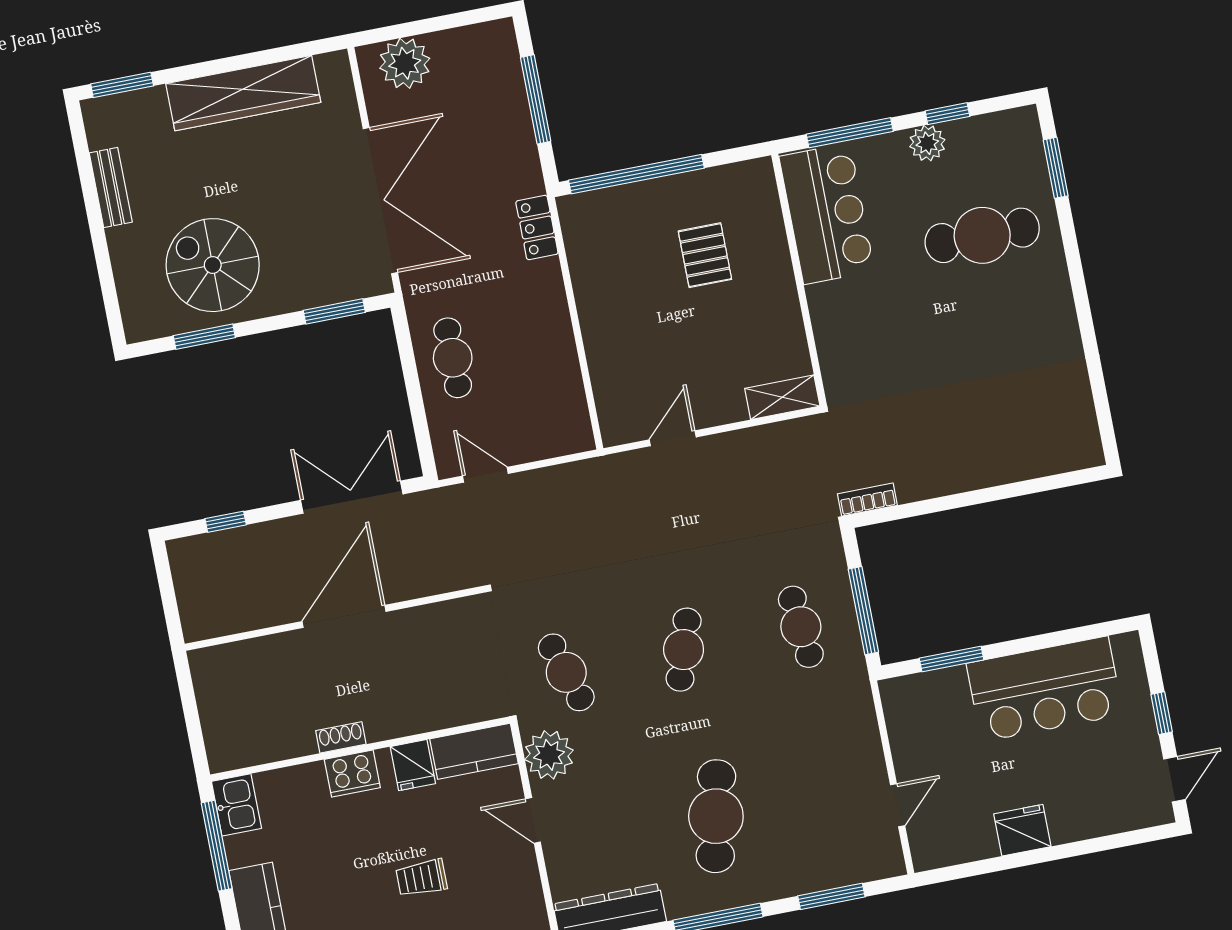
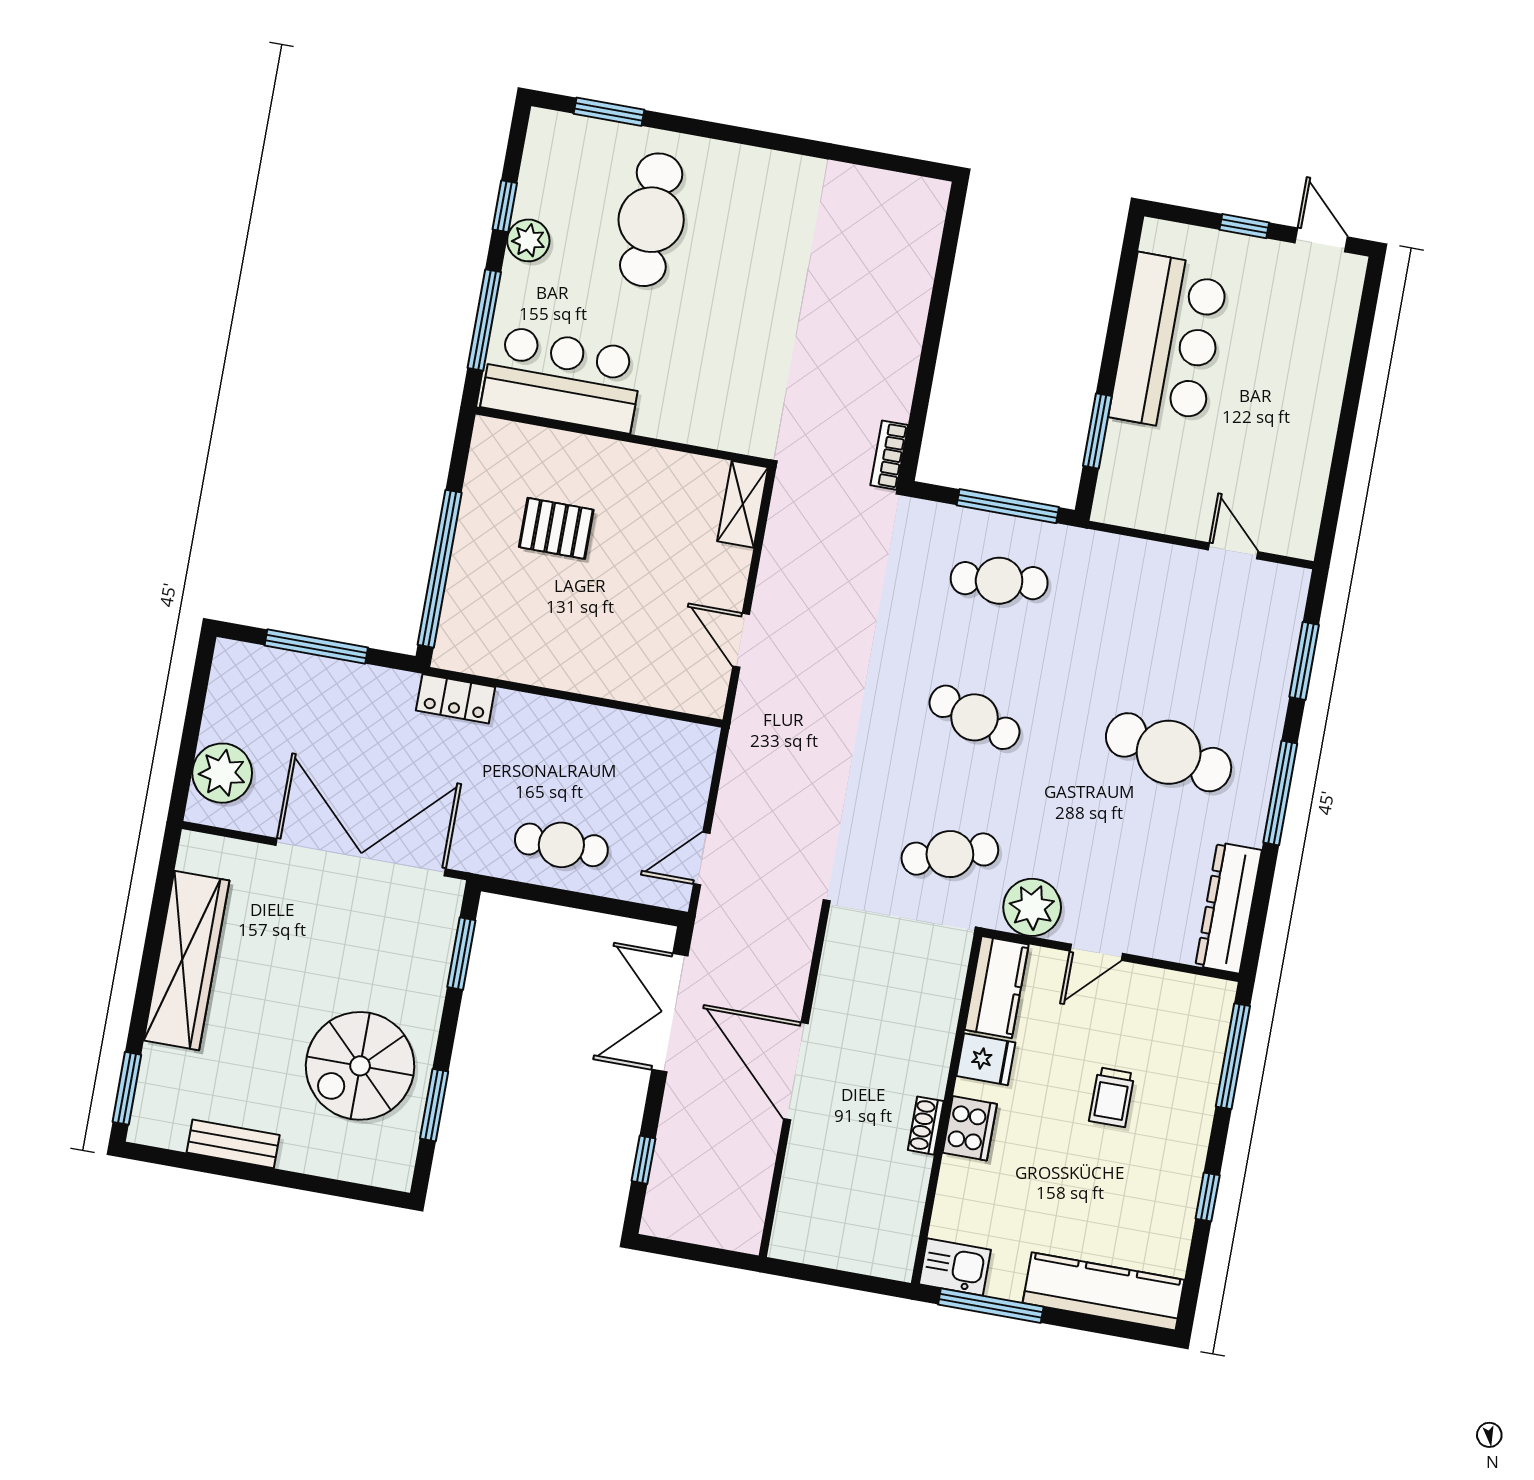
fridge: (1022, 830) -> (1313, 426), removed

